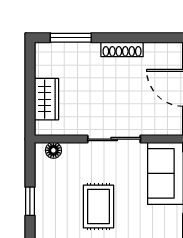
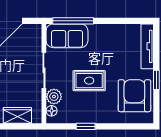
plant: (75, 154) -> (54, 97), added

